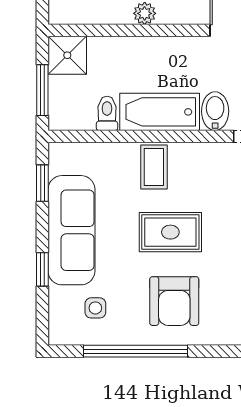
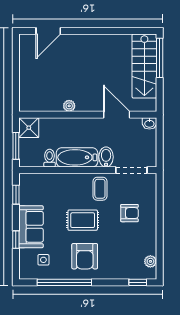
coffee table: (154, 167) -> (100, 189), moved
sofa: (71, 230) -> (31, 227), width x0.73

